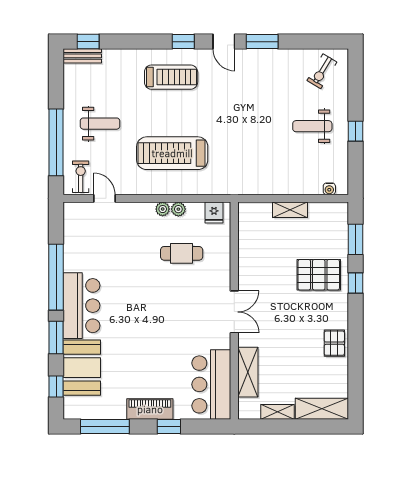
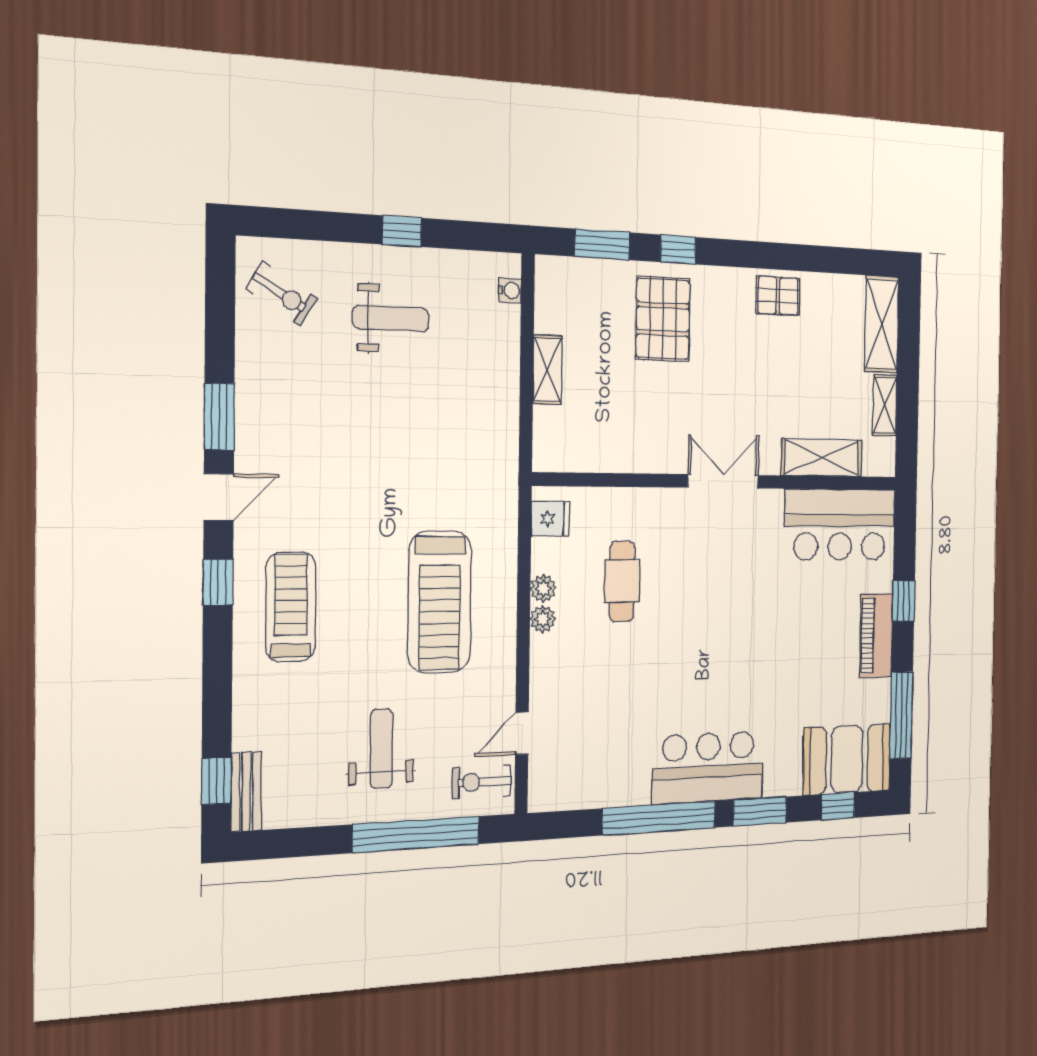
weight bench: (312, 126) -> (391, 319), turned -90
booth: (82, 368) -> (847, 759), moved

